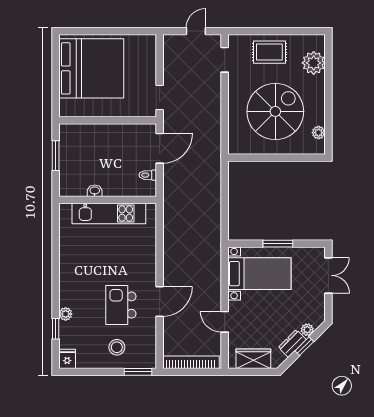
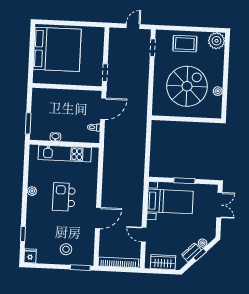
plant: (314, 63) -> (217, 41), moved
plant: (319, 133) -> (218, 91), moved
window: (56, 156) -> (28, 123), moved
kitchen island: (121, 305) -> (64, 197), moved
plant: (66, 314) -> (32, 191), moved

